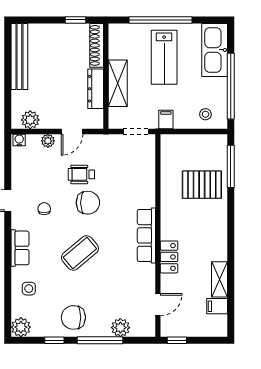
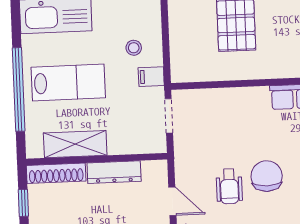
shelving: (118, 83) -> (75, 144), moved
stool: (205, 114) -> (134, 48), moved

